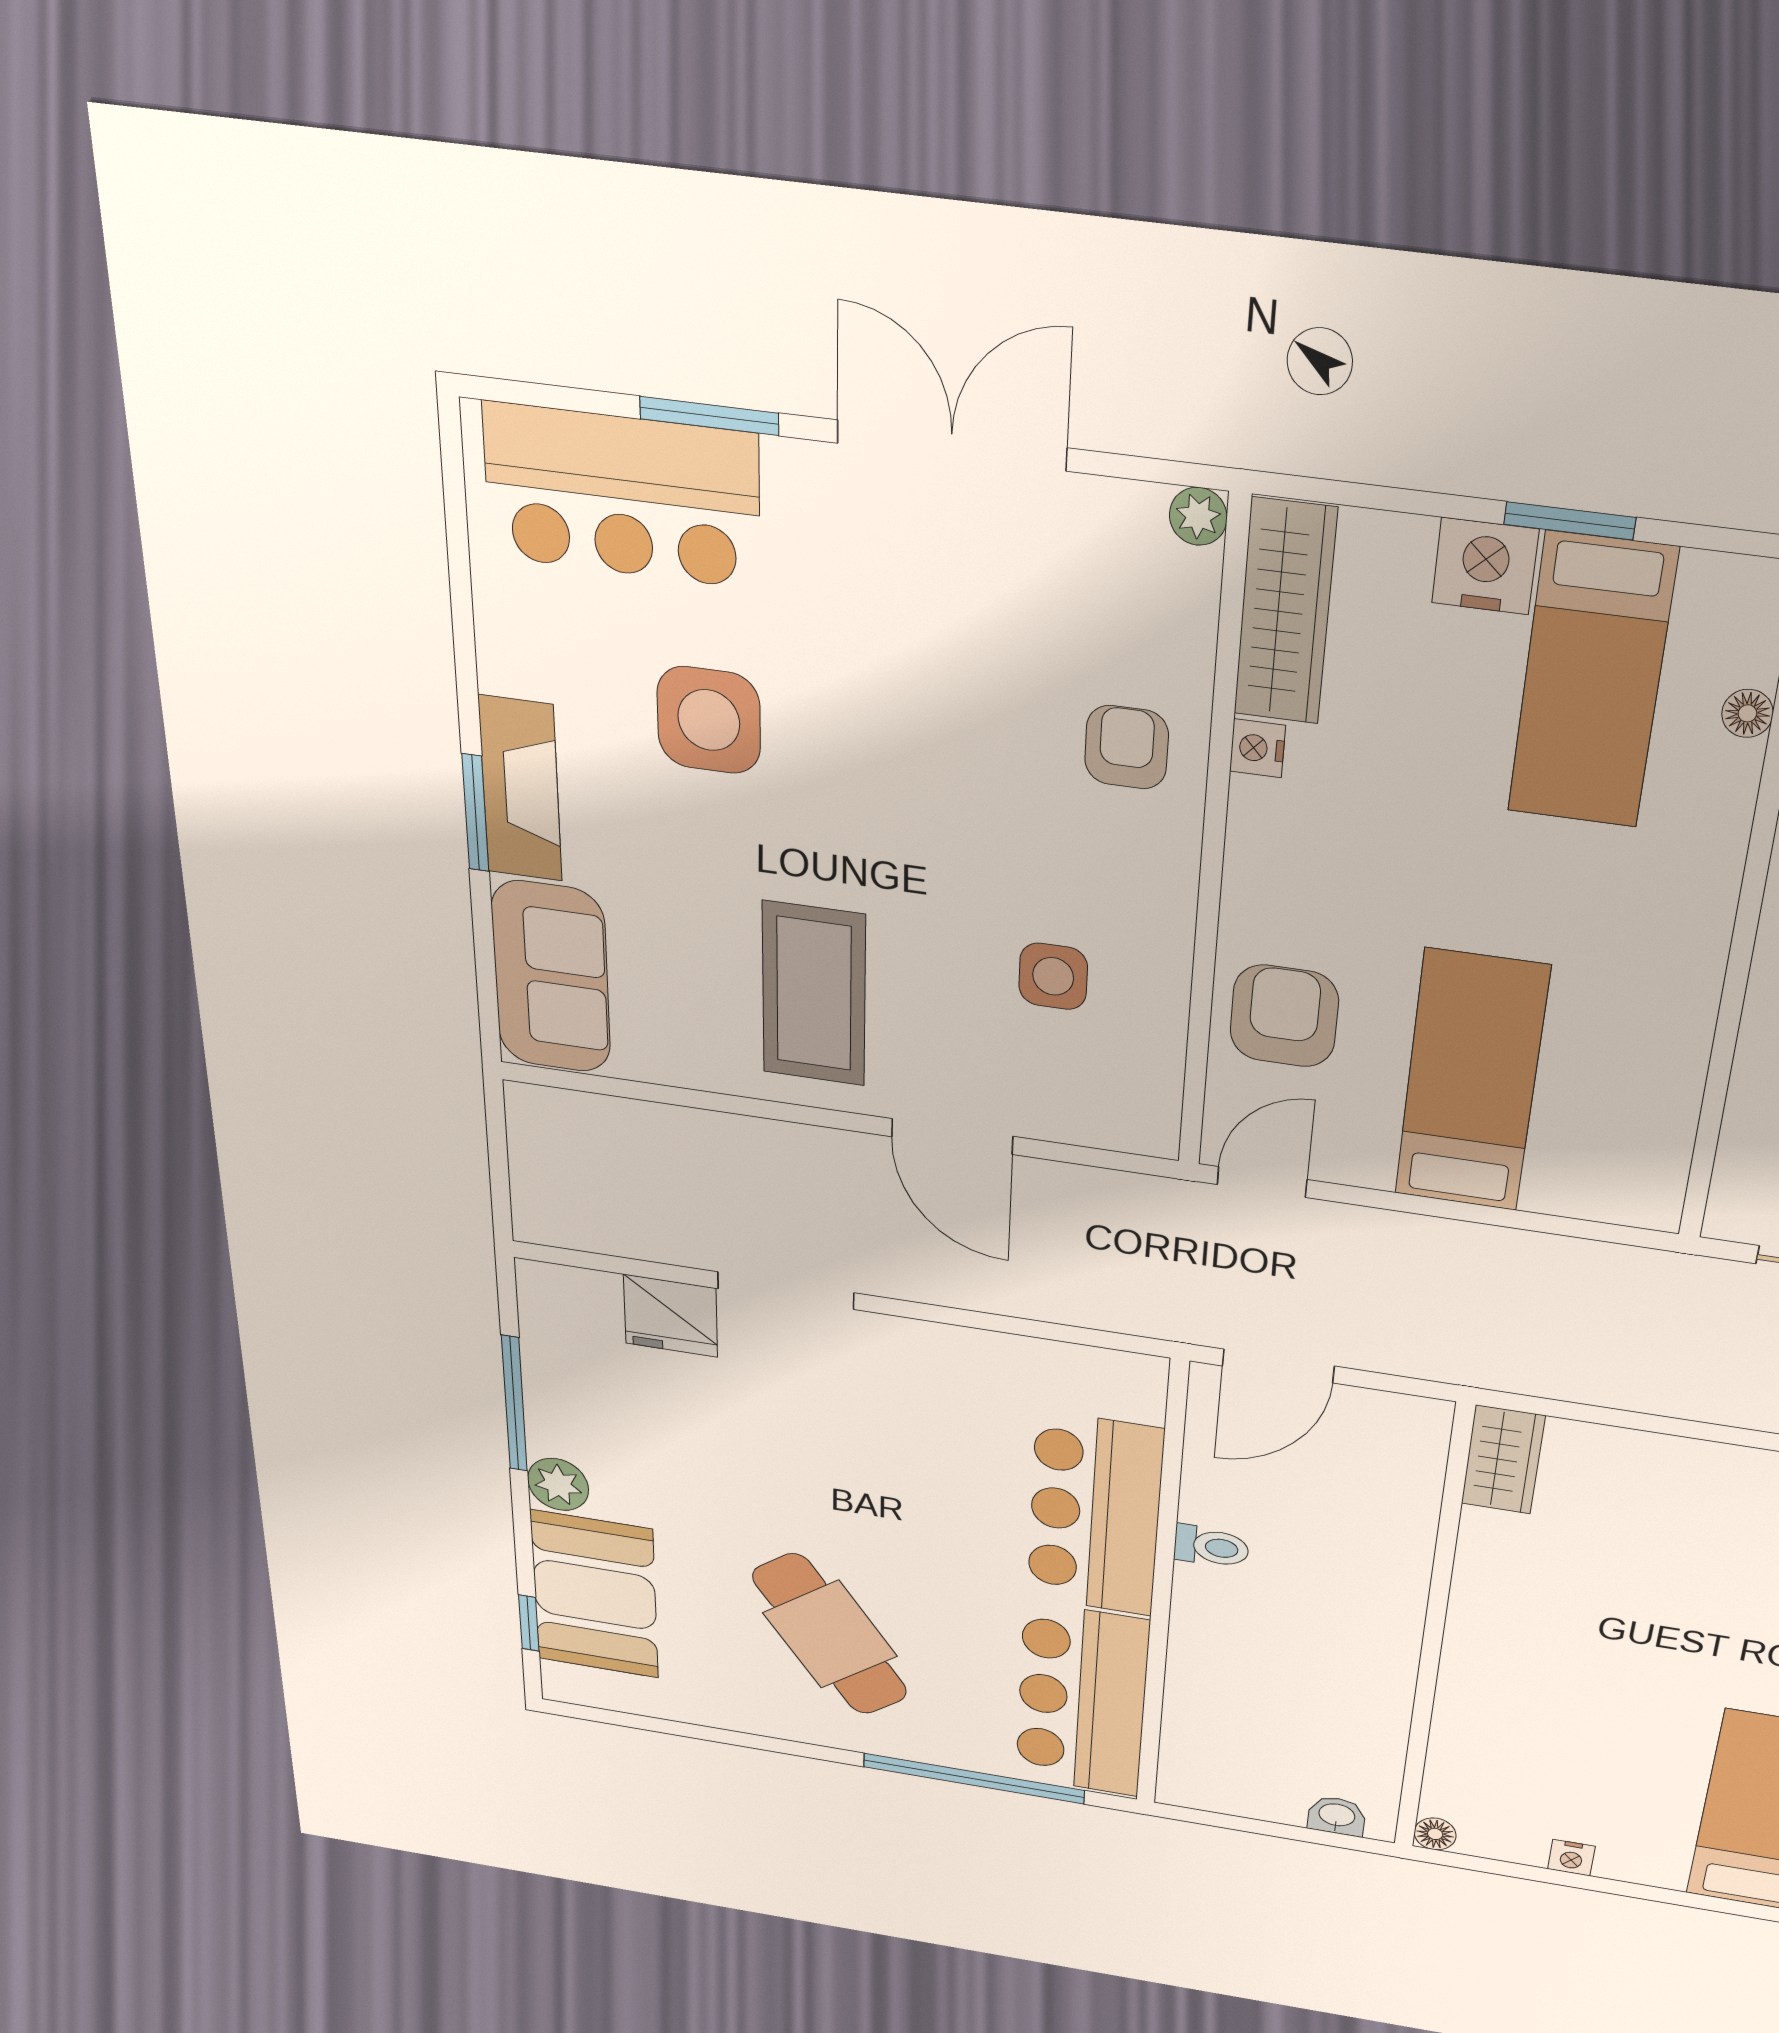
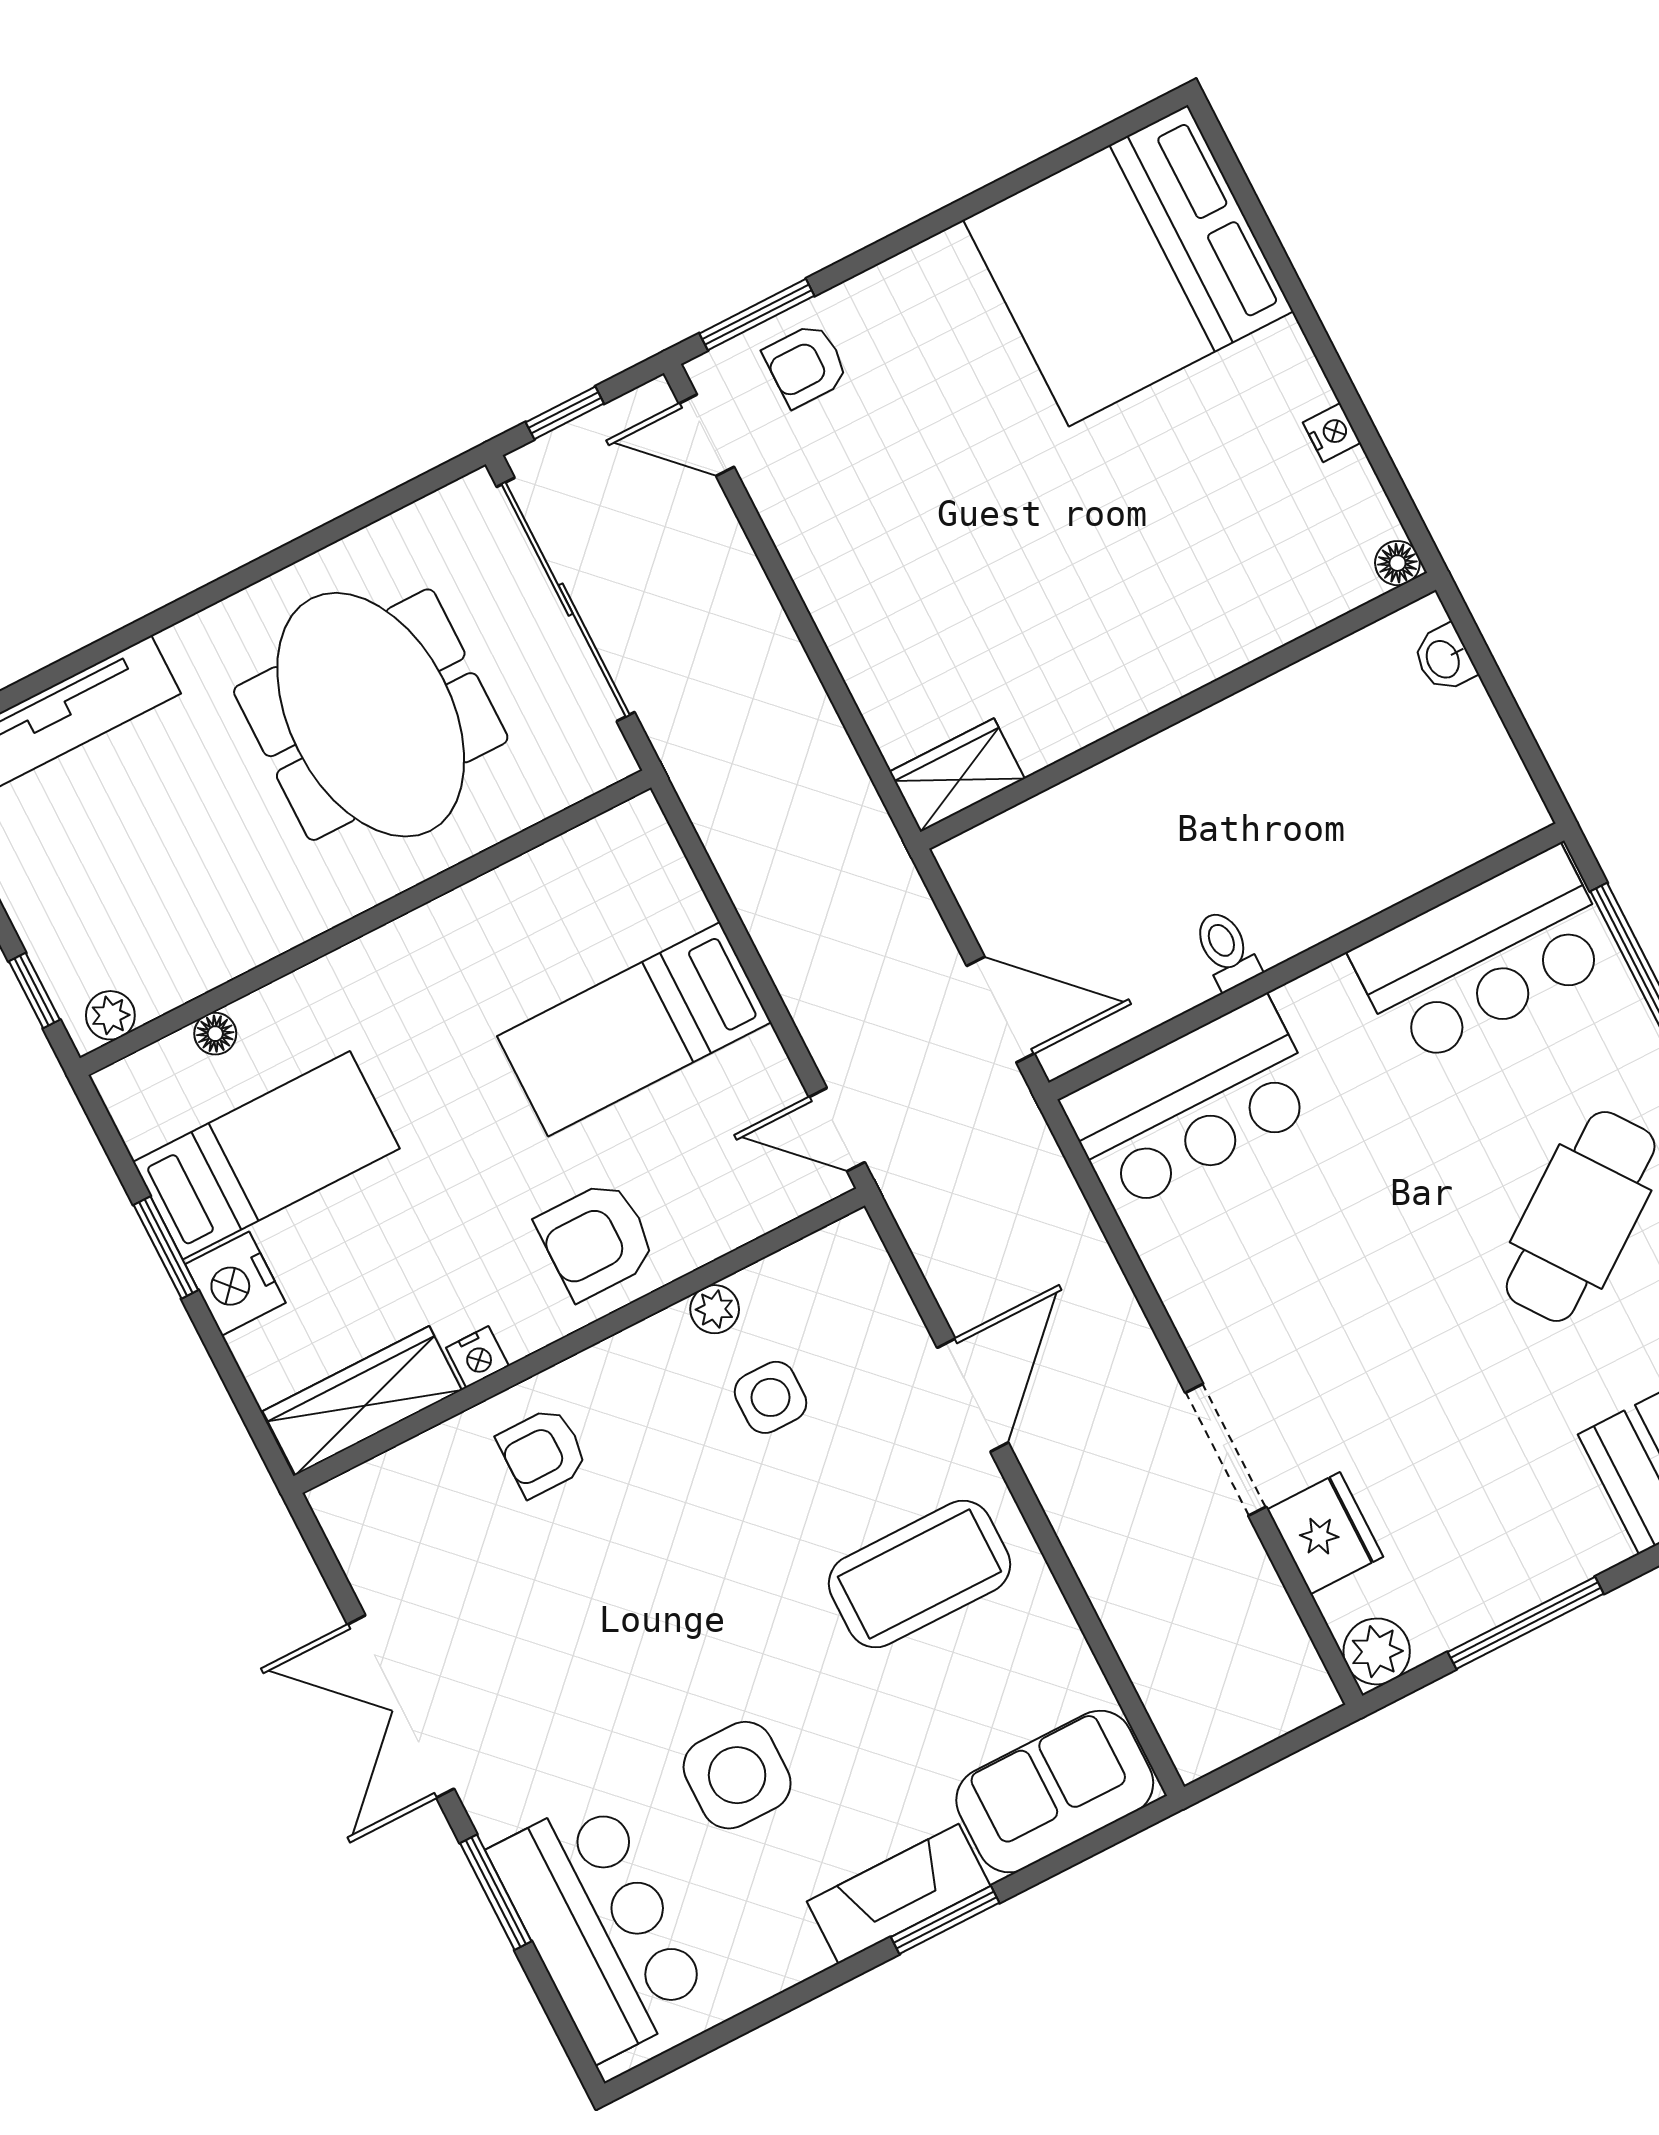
plant: (1198, 516) -> (715, 1309), moved
armchair: (1284, 1016) -> (596, 1240), moved
plant: (558, 1484) -> (1377, 1651), moved
bar counter: (1095, 1514) -> (1192, 1104), moved

